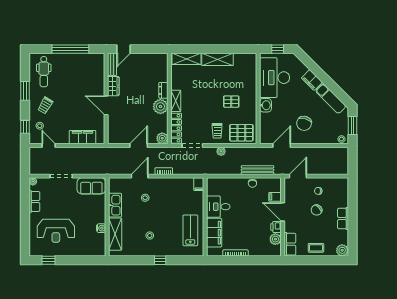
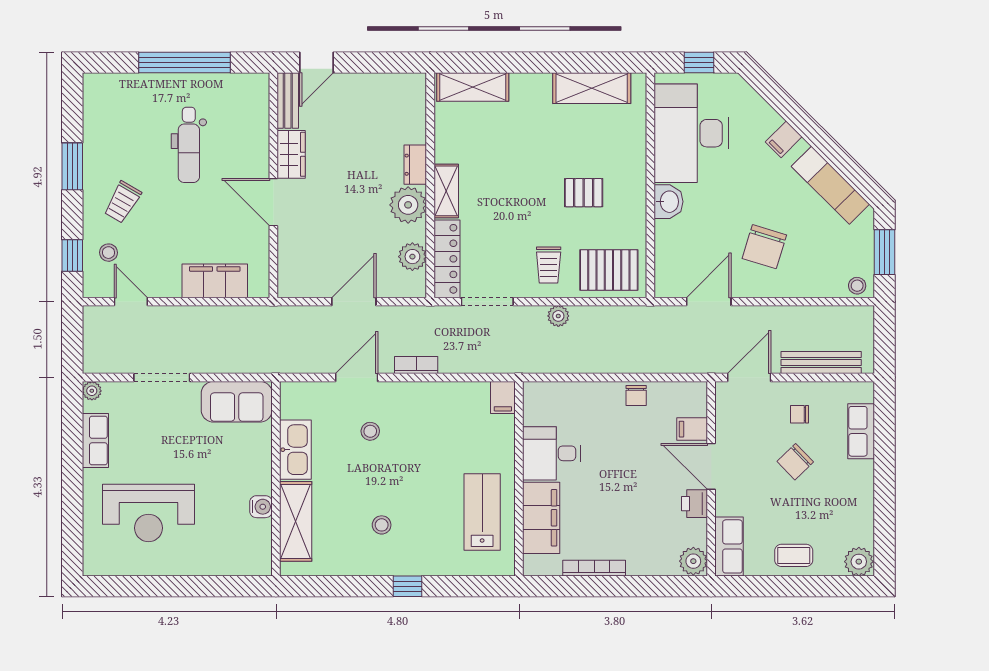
shelving: (217, 59) -> (592, 88), moved
dental chair: (44, 72) -> (189, 145), moved
filing cabinet: (312, 80) -> (784, 139), width x0.50
plant: (162, 138) -> (412, 257), moved
bench: (257, 170) -> (821, 362), moved
row of seats: (343, 219) -> (861, 431), moved
plant: (275, 239) -> (693, 561), moved
window: (49, 260) -> (130, 586), removed

